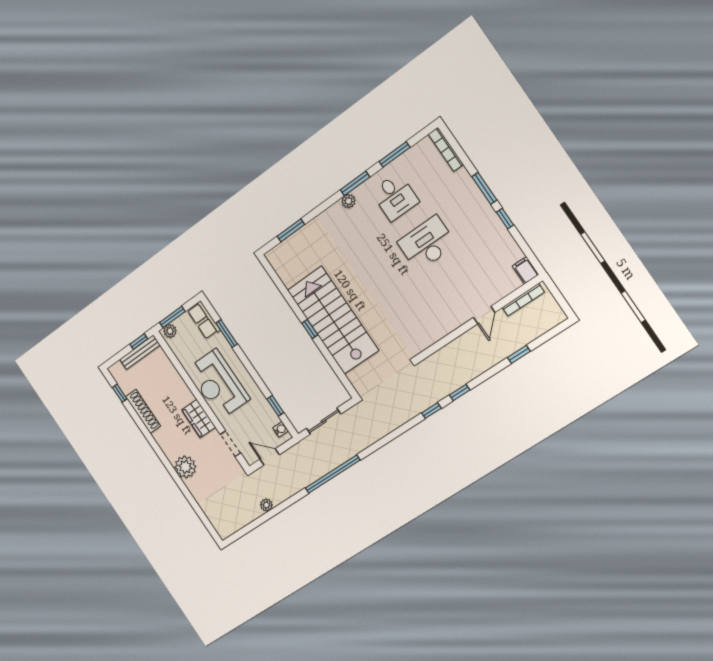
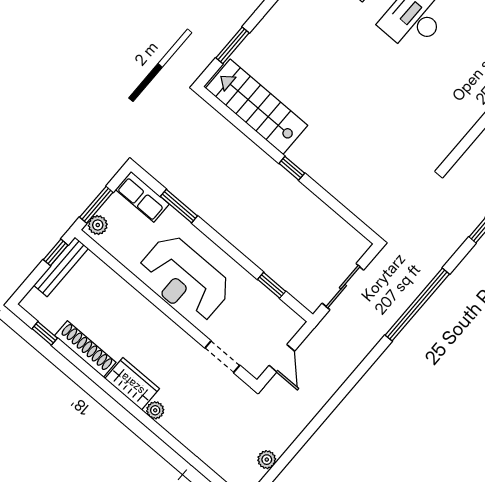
stairs: (333, 320) -> (257, 107), moved, width x0.73, depth x0.66
wardrobe: (199, 418) -> (132, 384), moved, turned 180
water cooler: (281, 429) -> (287, 315), removed
door: (270, 457) -> (282, 358), swing flipped
plant: (185, 467) -> (155, 410), width x0.53, depth x0.53
window: (332, 474) -> (417, 305), moved
plant: (266, 505) -> (267, 460), moved

